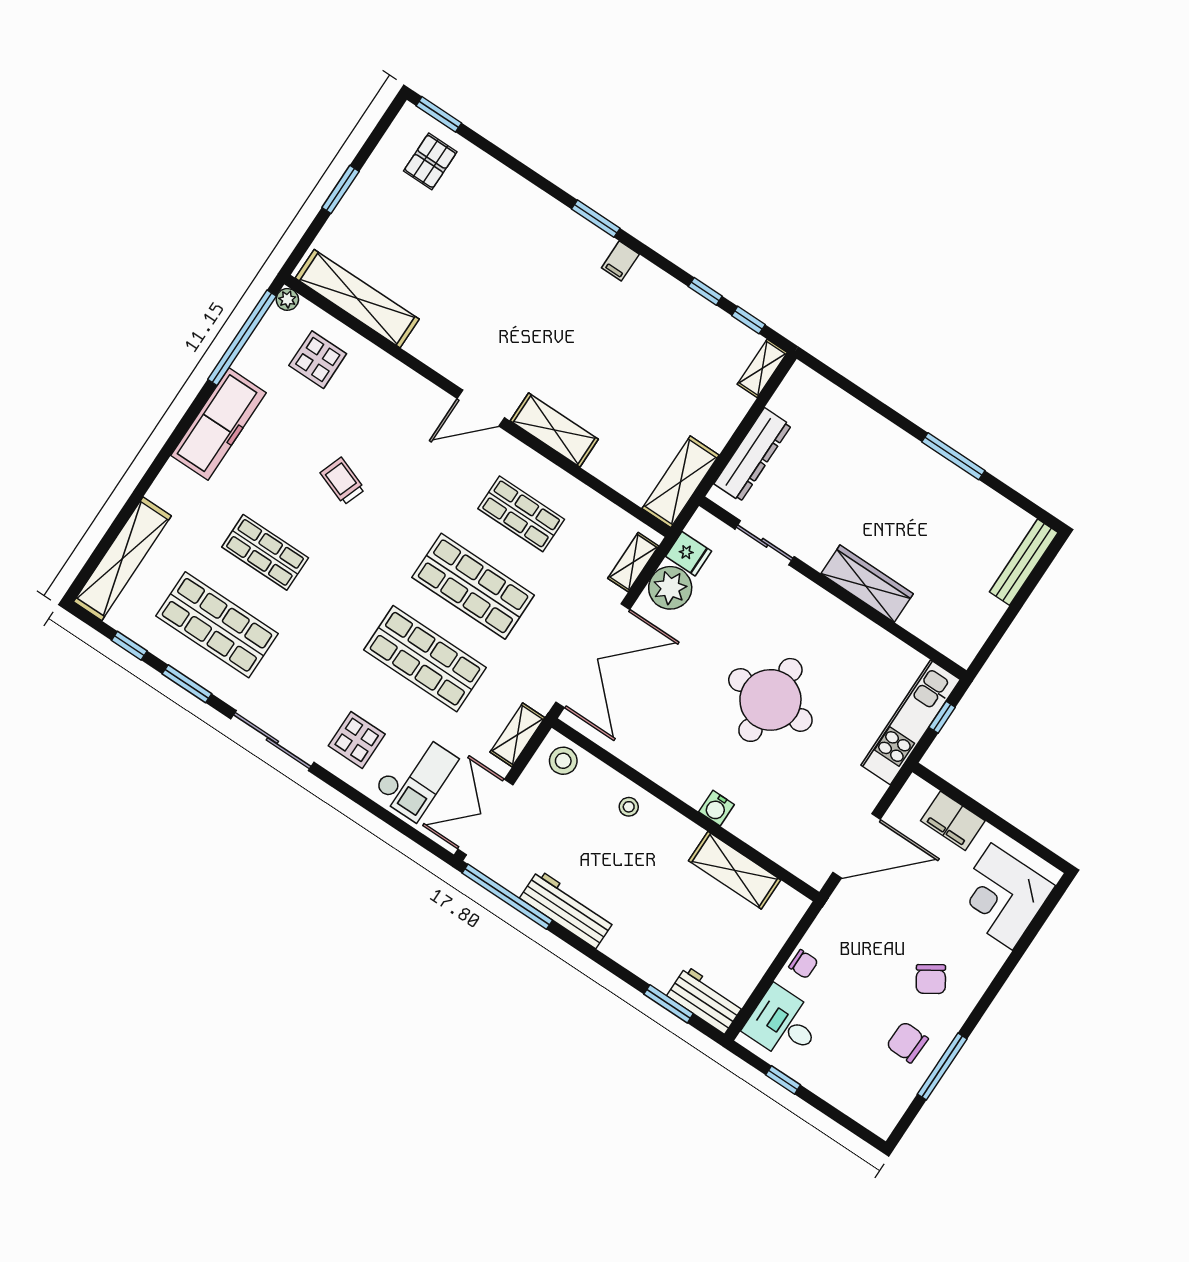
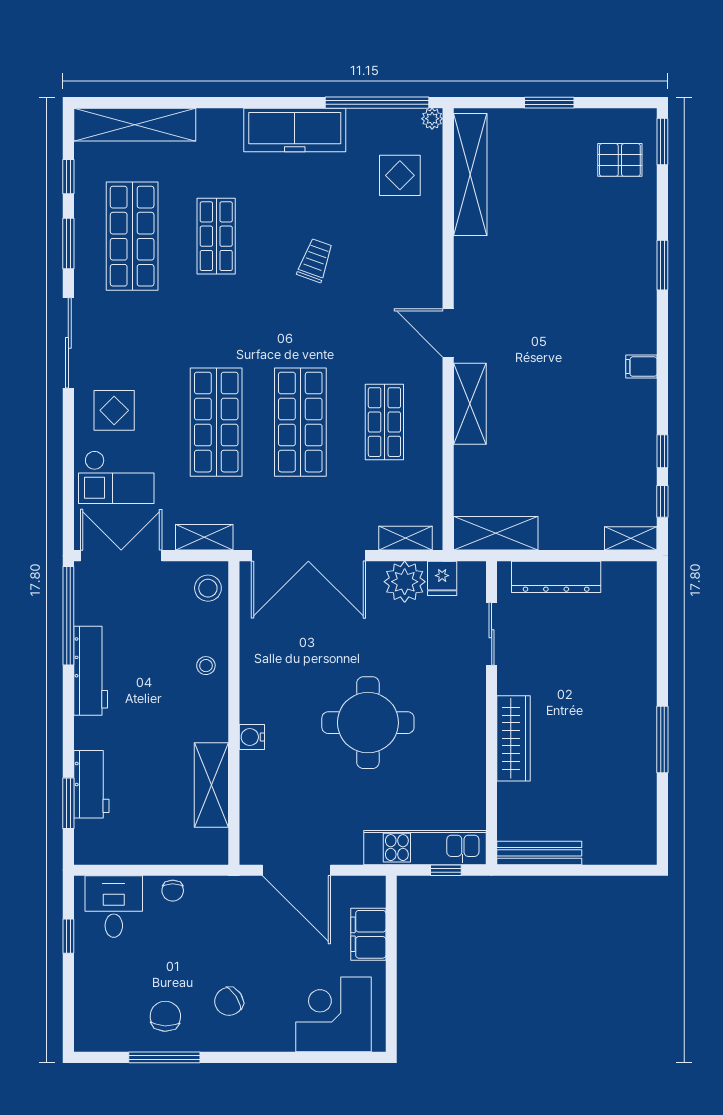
window: (596, 219) -> (662, 265), moved
bench: (1024, 562) -> (539, 853), moved
workbench: (705, 1000) -> (91, 784), moved

